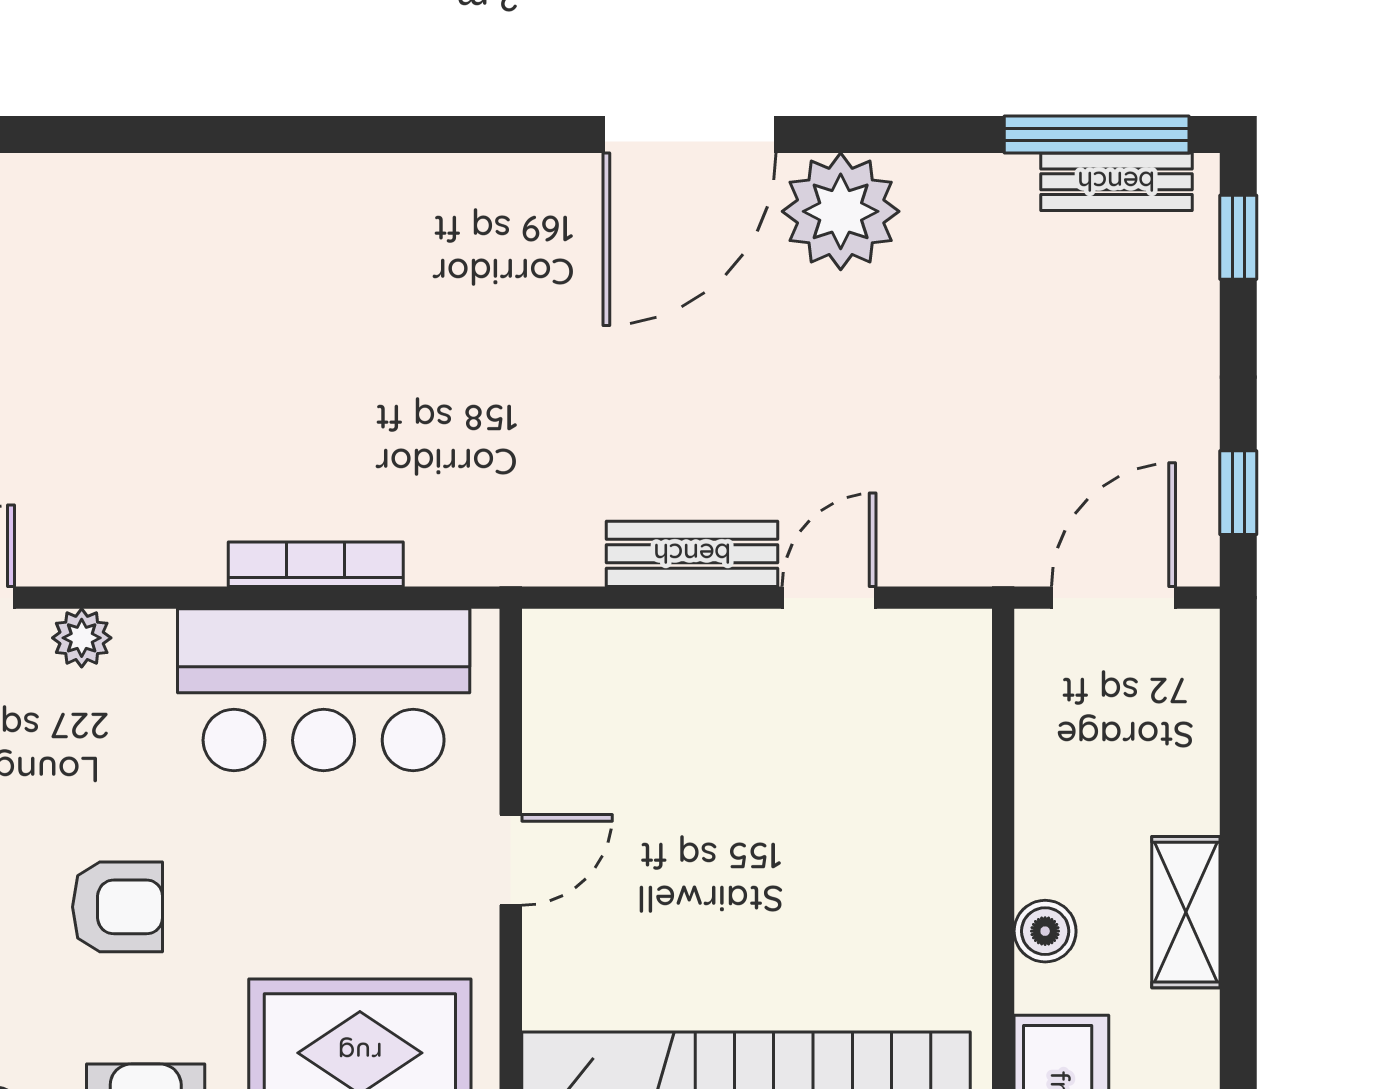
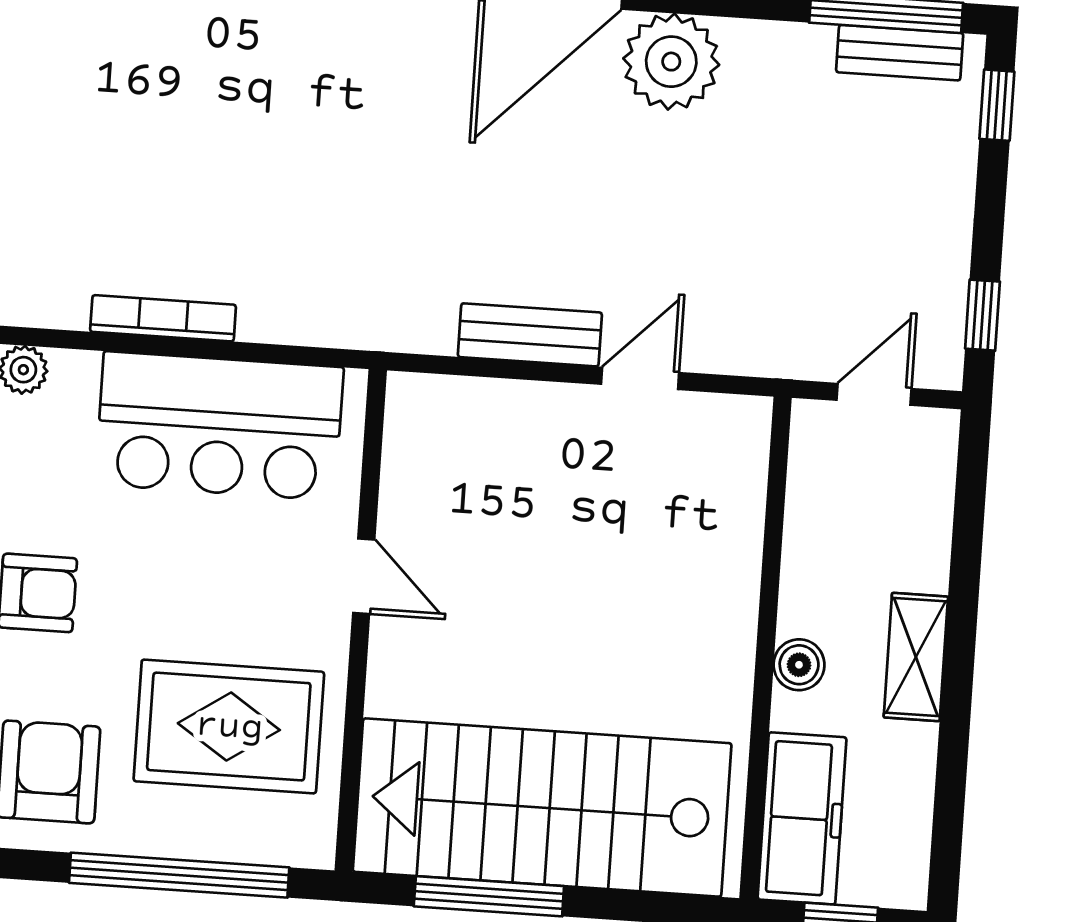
bookcase: (316, 564) -> (163, 318), moved
door: (1113, 598) -> (874, 394), width x0.73
door: (511, 860) -> (364, 576), hinge flipped

